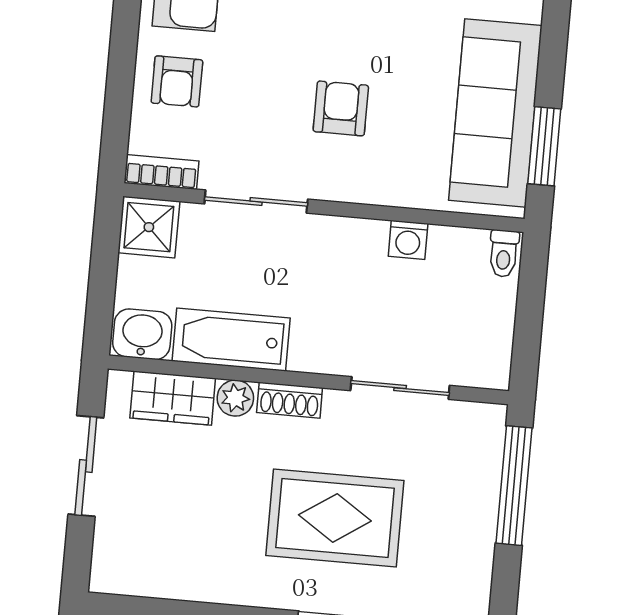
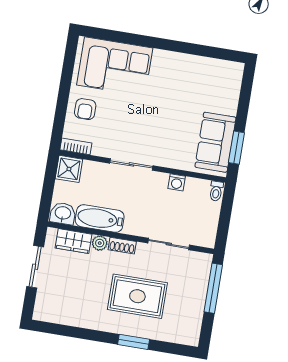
armchair: (341, 108) -> (153, 125), removed
sofa: (495, 113) -> (215, 142), width x0.73
sliding door: (256, 201) -> (131, 164), moved

